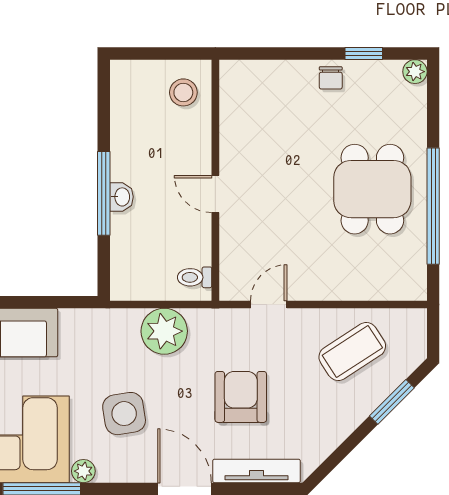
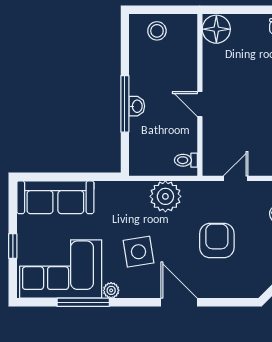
floor lamp: (240, 82) -> (216, 29), added
stool: (183, 92) -> (157, 31), moved
tv unit: (257, 471) -> (227, 290), removed

